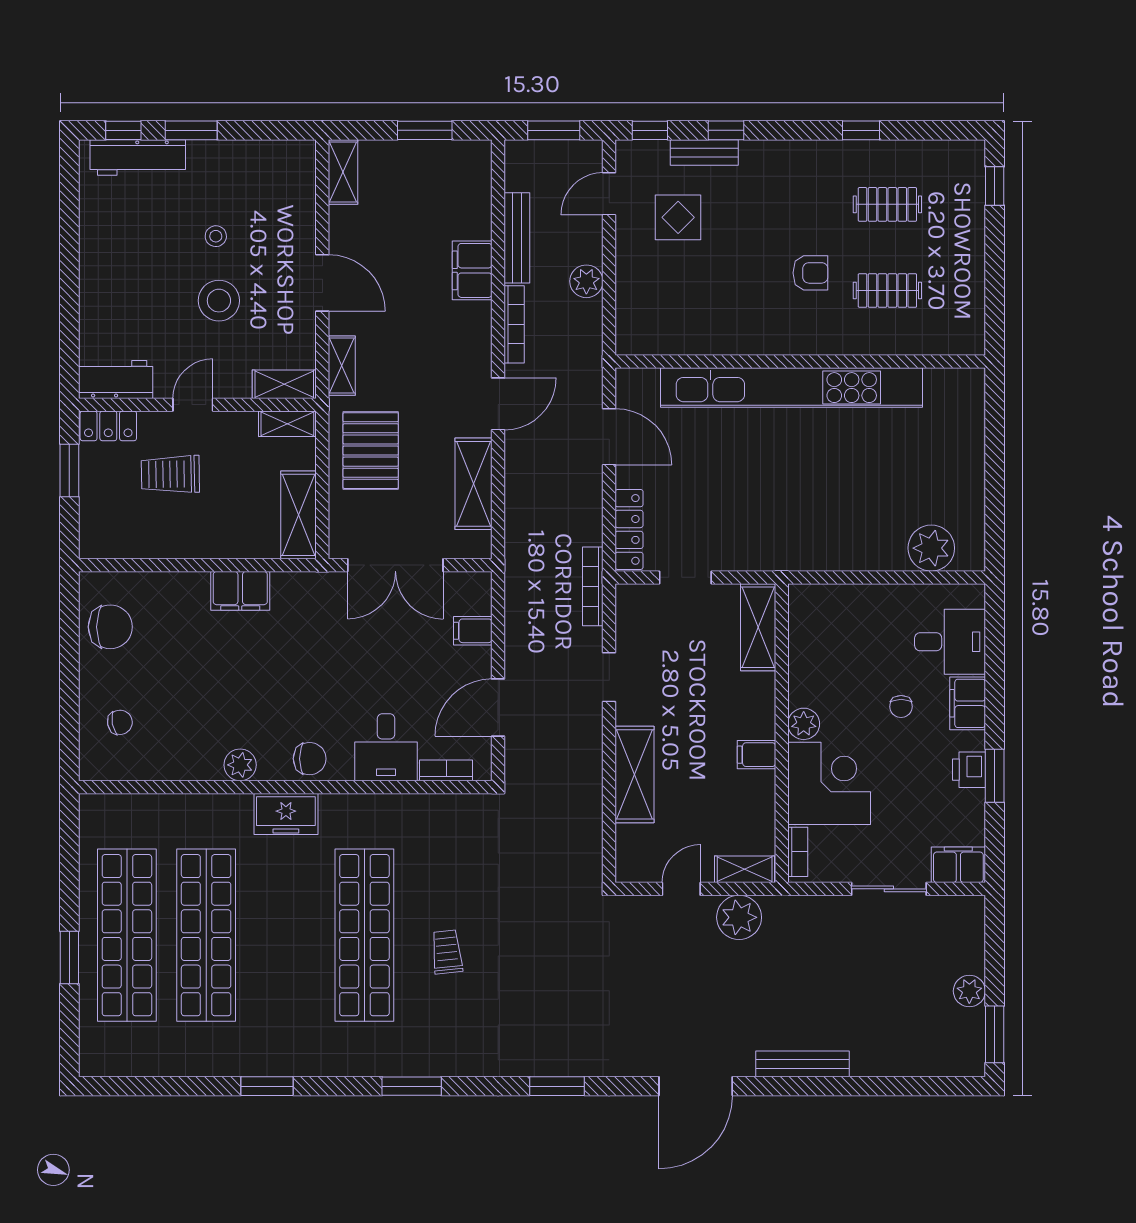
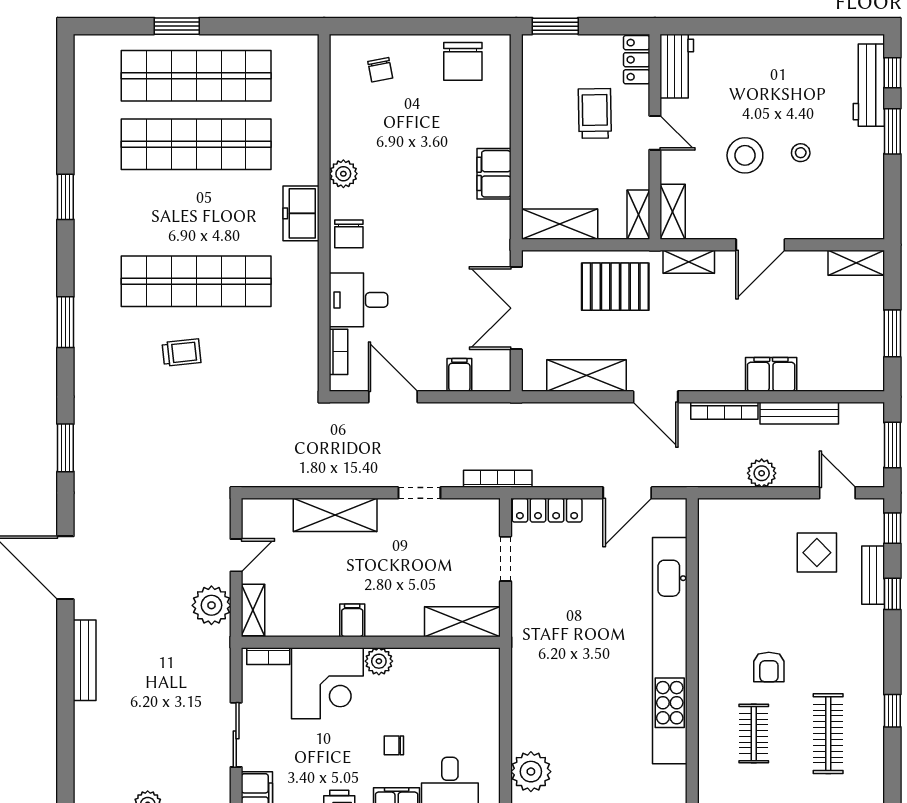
clothes rail: (887, 204) -> (828, 734), width x1.36
window: (69, 471) -> (555, 26), moved
door: (681, 889) -> (236, 555), hinge flipped

